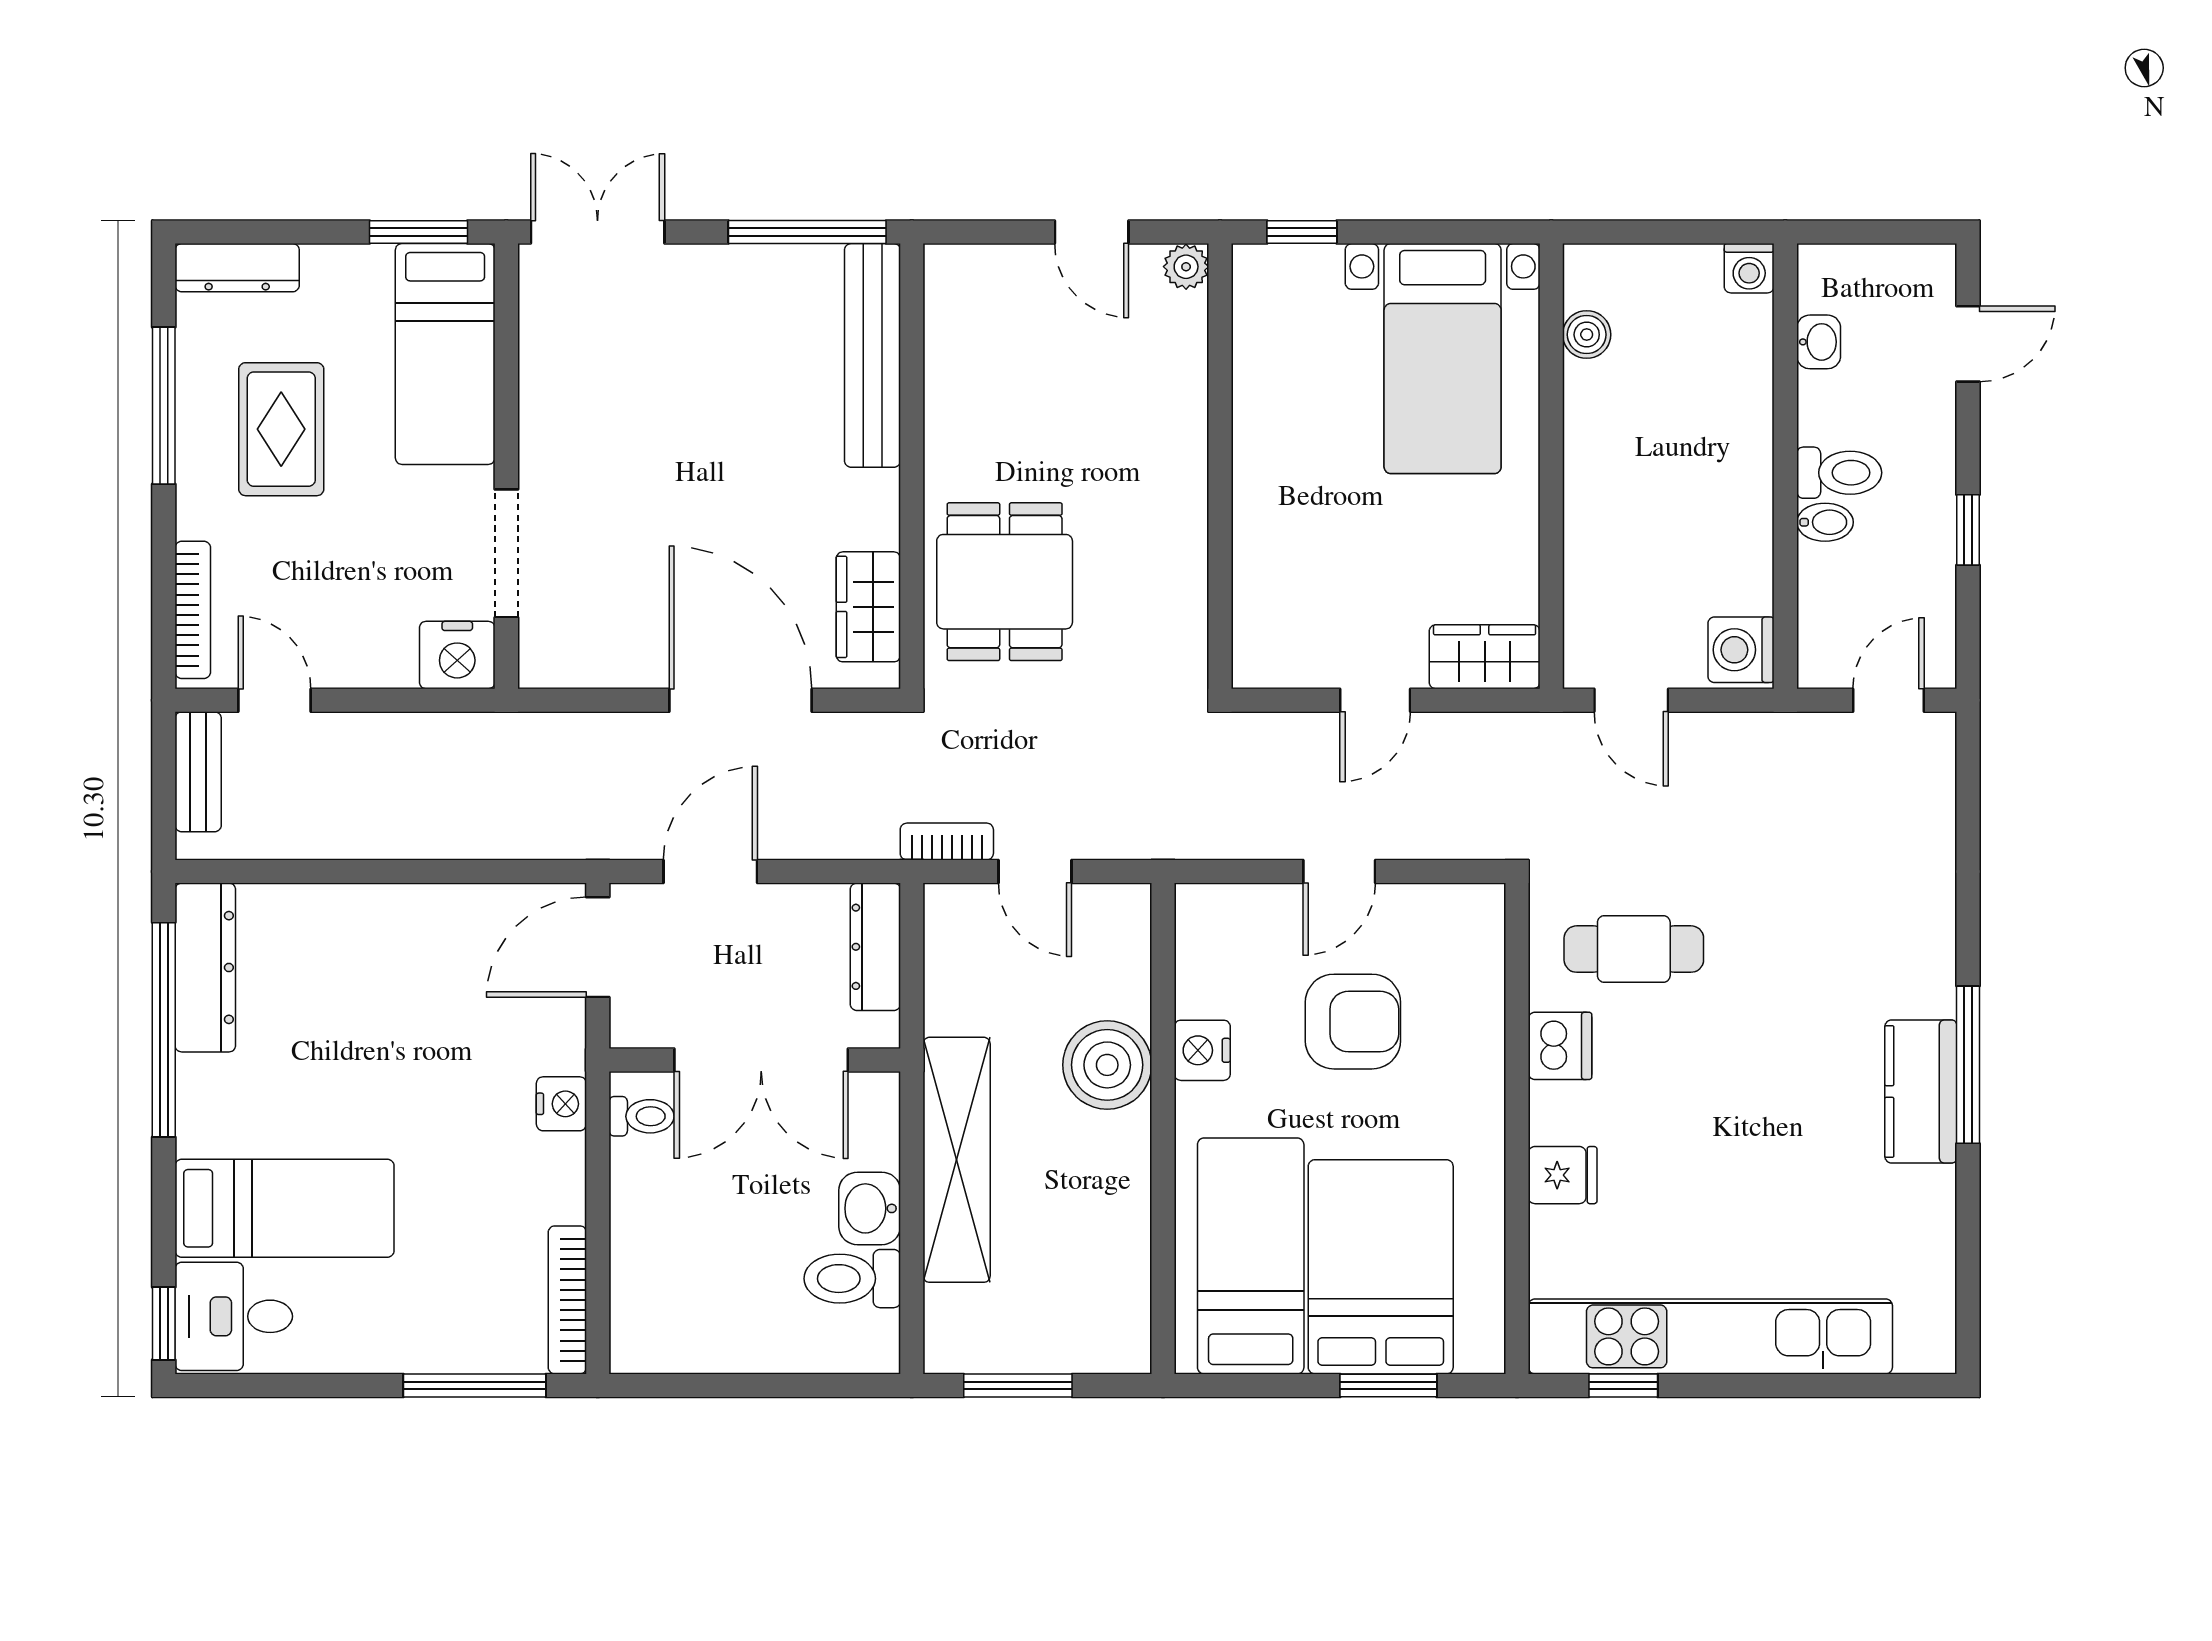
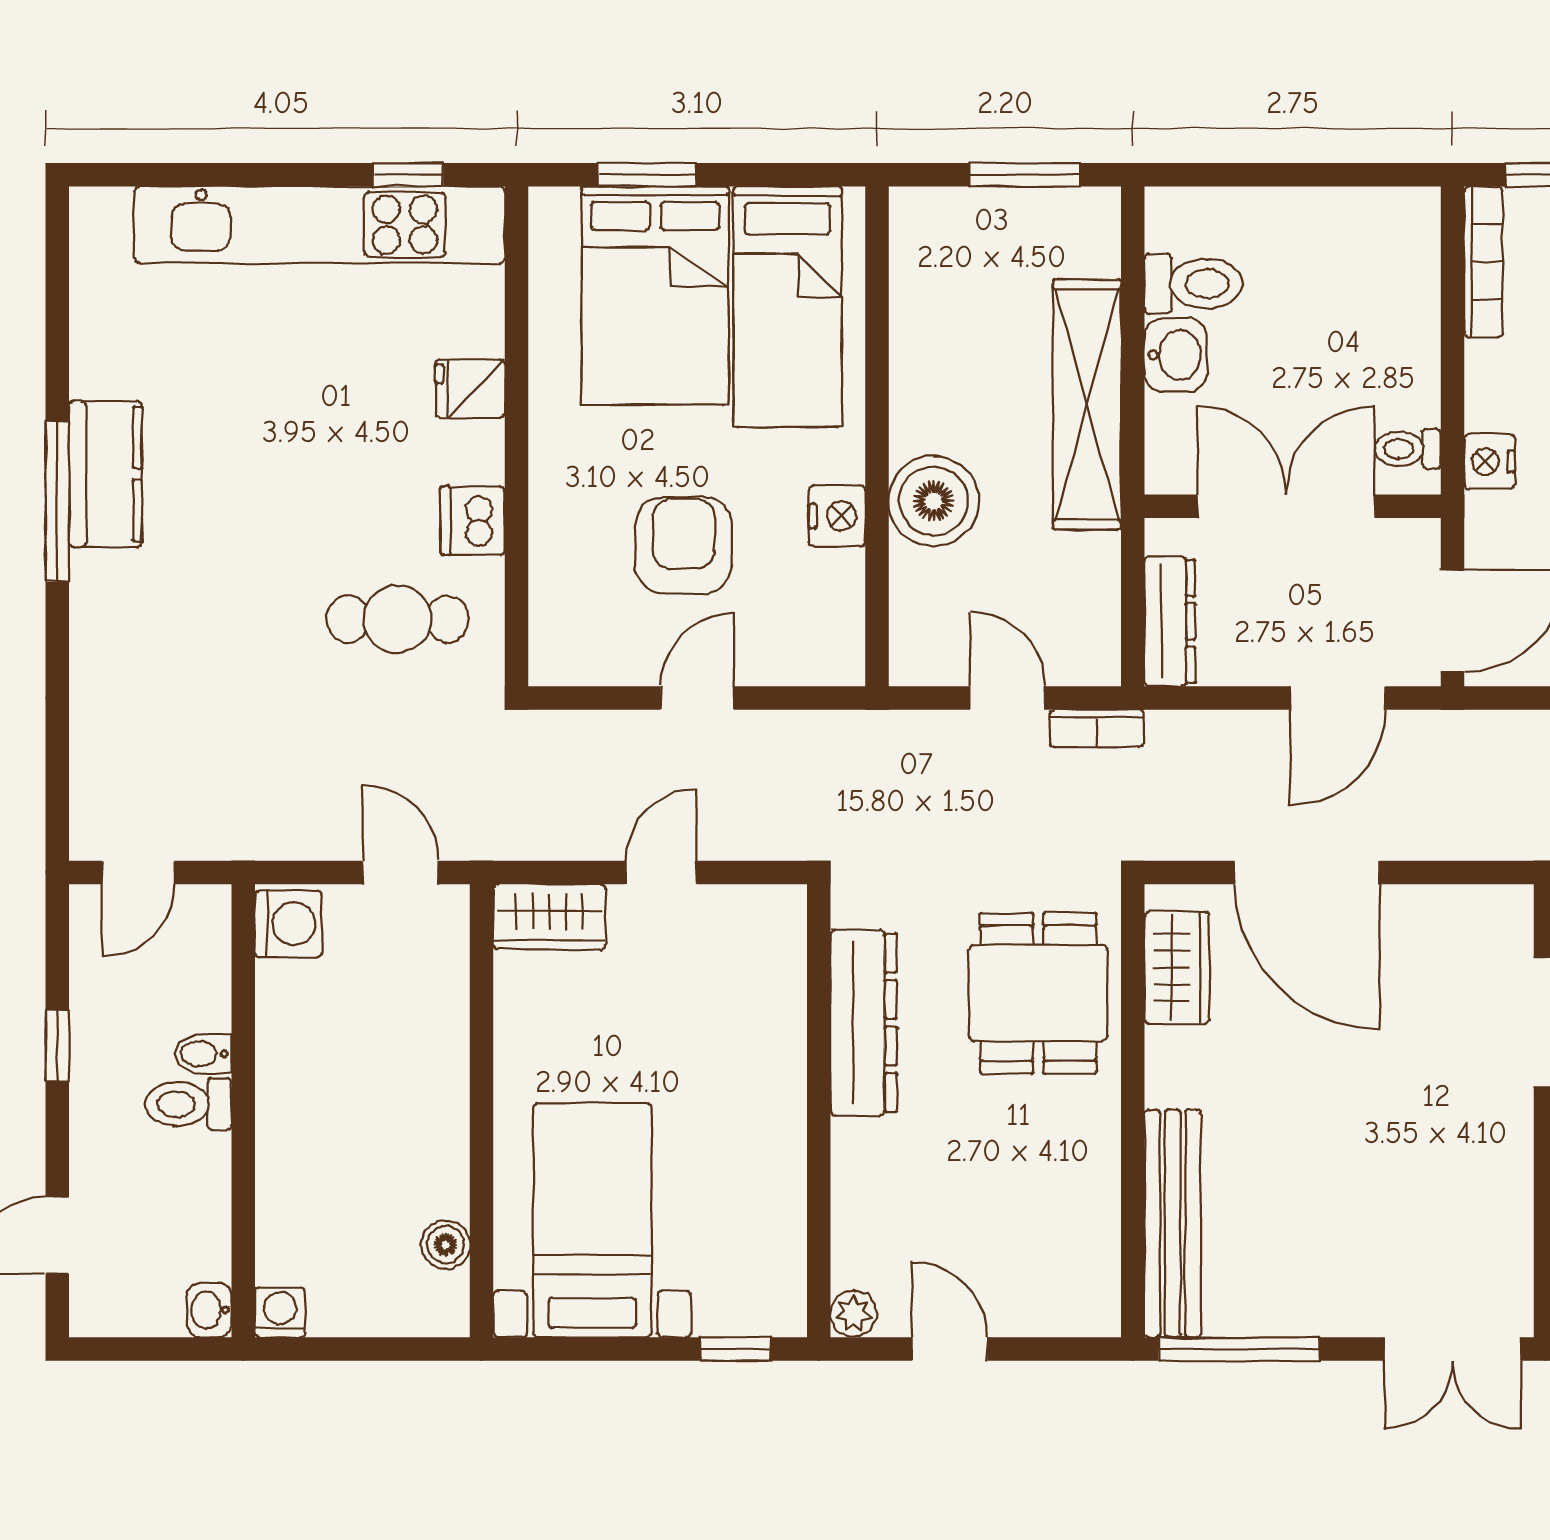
washbasin: (1819, 342) -> (209, 1310), moved
dresser: (1176, 553) -> (864, 1023), added
armchair: (1353, 1022) -> (684, 545), turned 90

